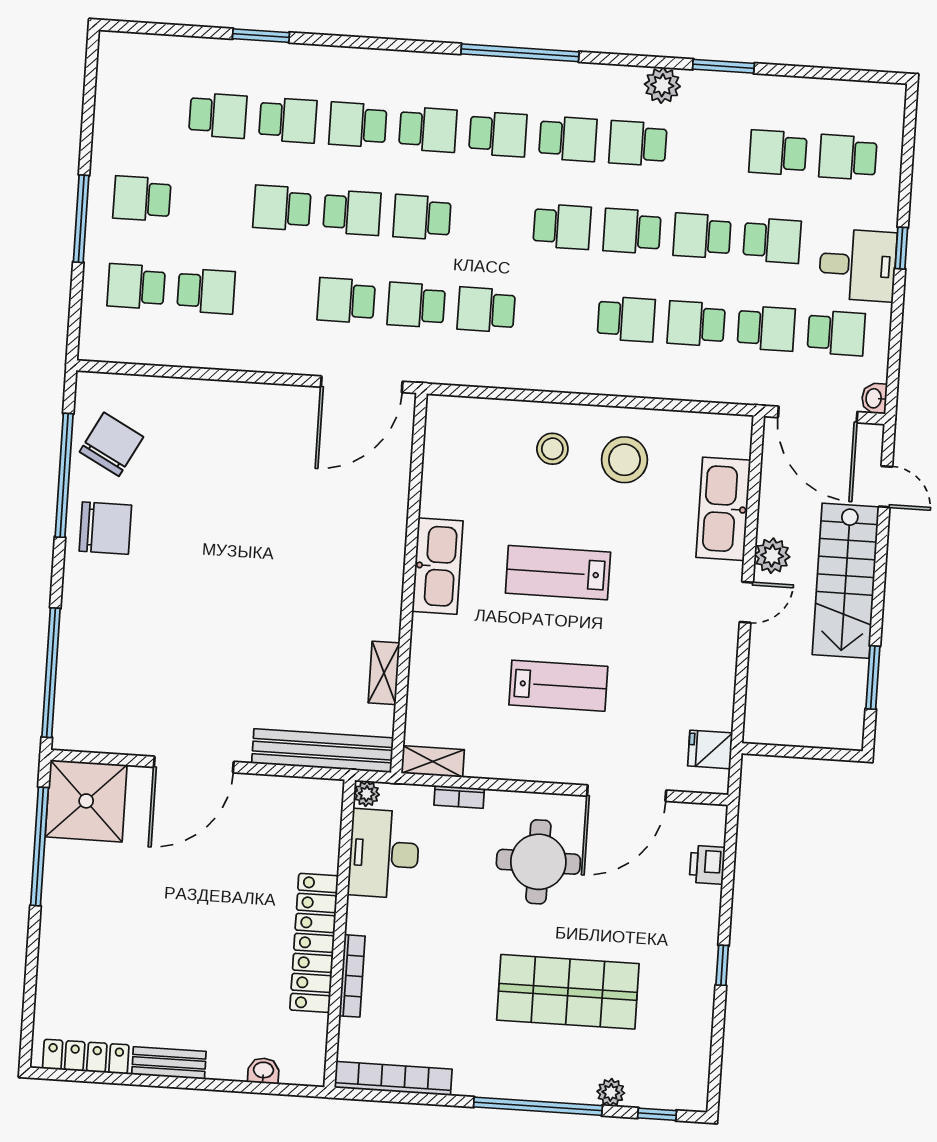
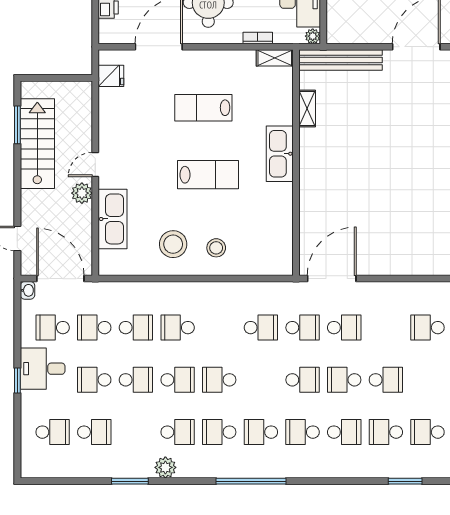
kitchen sink: (437, 566) -> (280, 154), moved
stairs: (846, 581) -> (37, 144), moved

